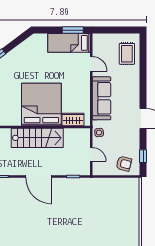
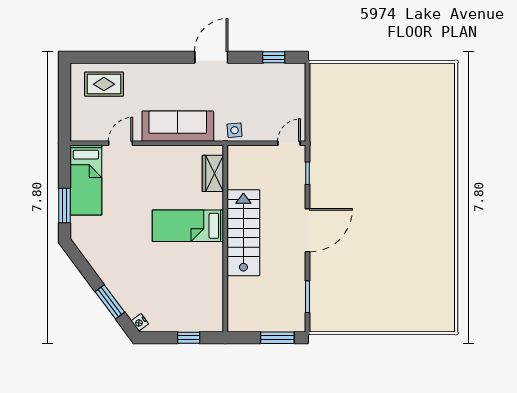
window: (73, 30) -> (65, 206), moved
bed: (41, 104) -> (188, 226), width x0.49
door: (91, 154) -> (289, 143), moved
armchair: (124, 164) -> (286, 89), removed

